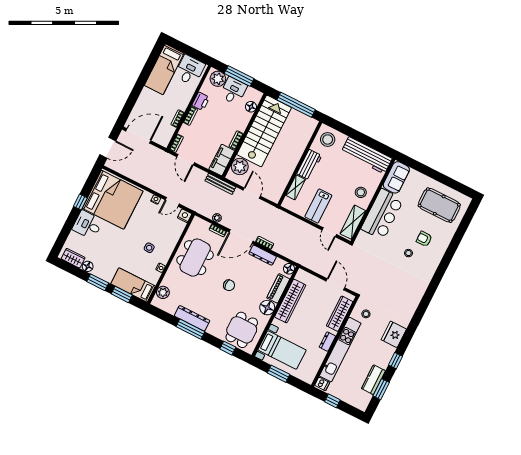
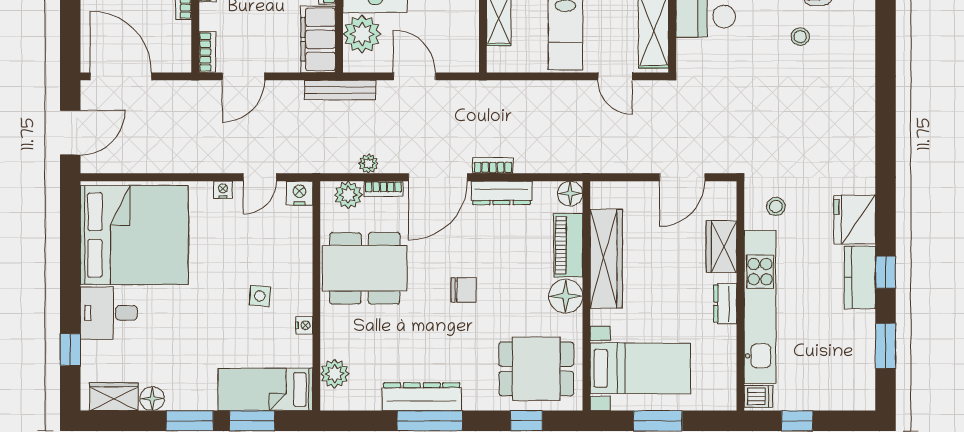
door: (138, 136) -> (121, 76), hinge flipped
door: (186, 160) -> (243, 76), hinge flipped
window: (80, 202) -> (70, 350), moved
plant: (203, 226) -> (348, 195), added
dining table: (195, 258) -> (365, 268), turned 90
door: (335, 284) -> (682, 177), swing flipped
wardrobe: (340, 314) -> (721, 247), width x0.67
dining table: (242, 330) -> (536, 369), turned 90
kitchen counter: (373, 380) -> (860, 278), moved

